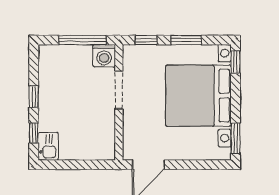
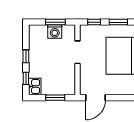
window: (82, 40) -> (55, 22), width x0.69
washing machine: (104, 56) -> (55, 31), moved
window: (82, 165) -> (55, 98), added

